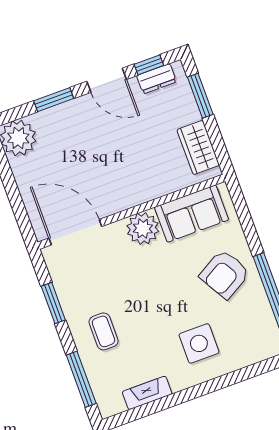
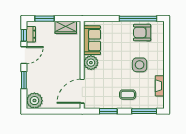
armchair: (225, 274) -> (142, 33), moved, turned 120
side table: (199, 343) -> (140, 65), moved

